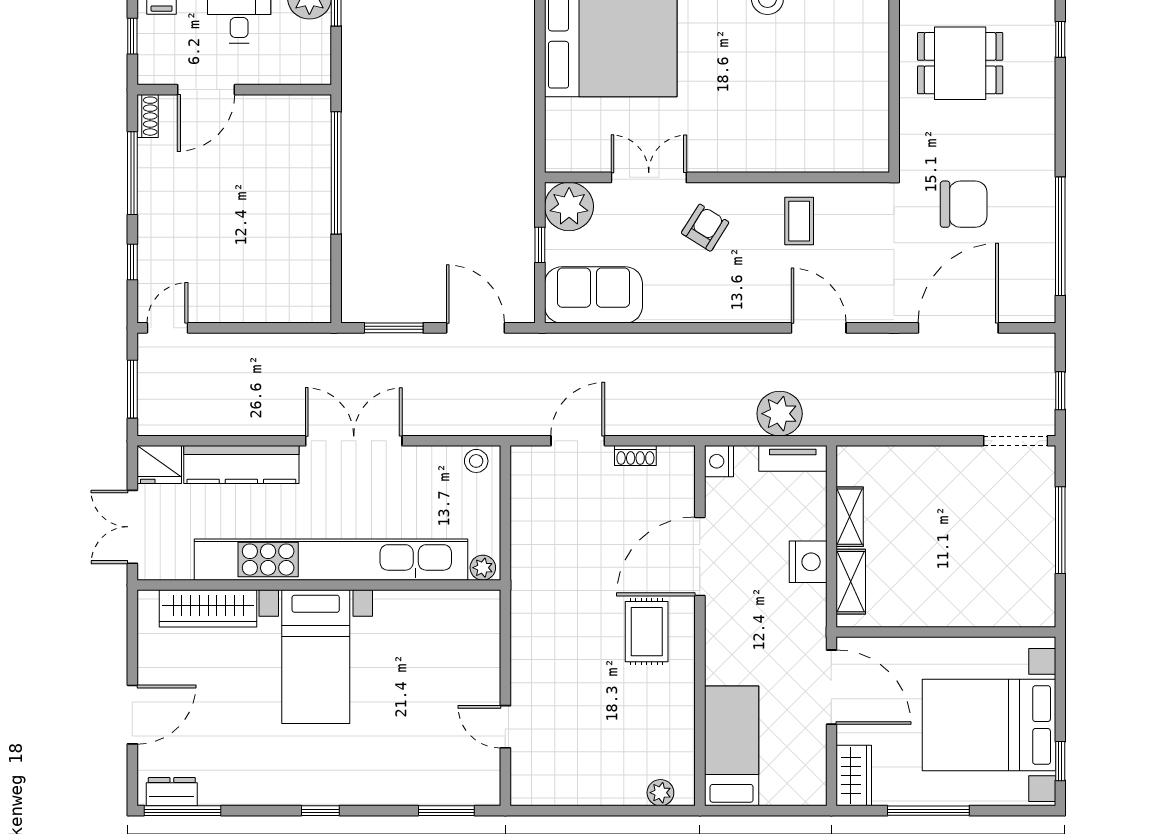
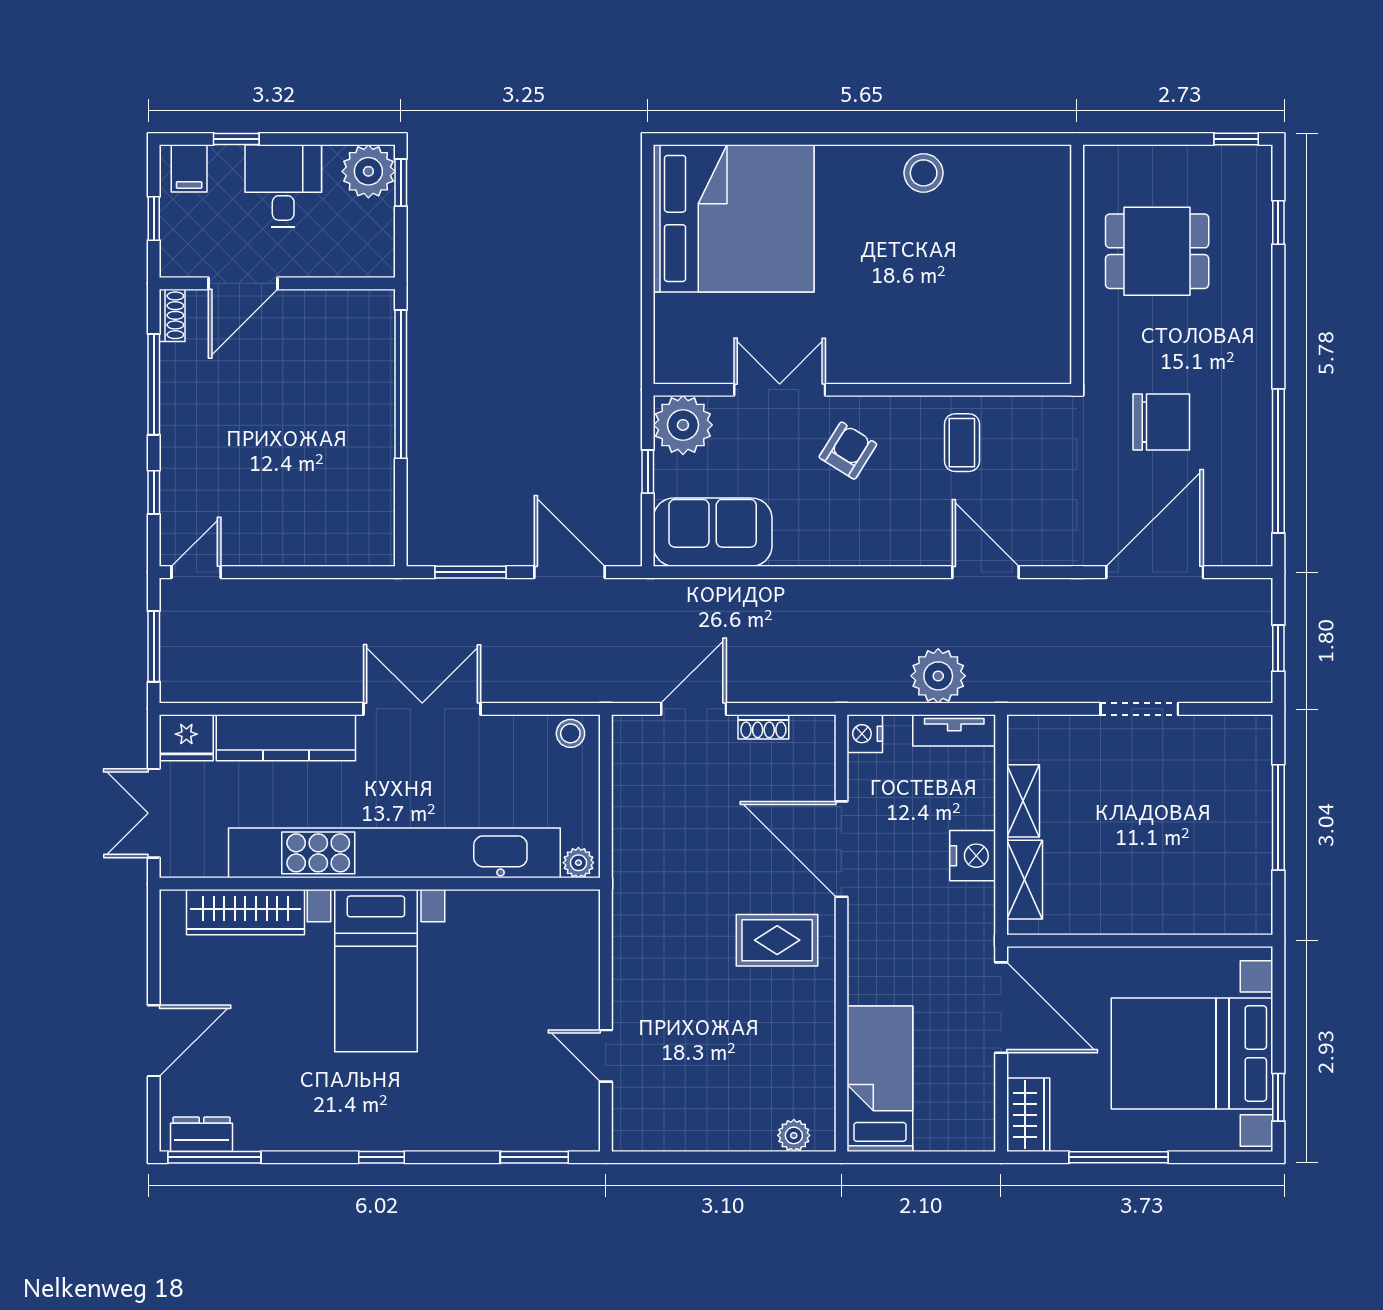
doorway: (1016, 441) -> (1139, 709), moved
door: (700, 556) -> (841, 849), hinge flipped
rug: (647, 632) -> (777, 940), turned 90

